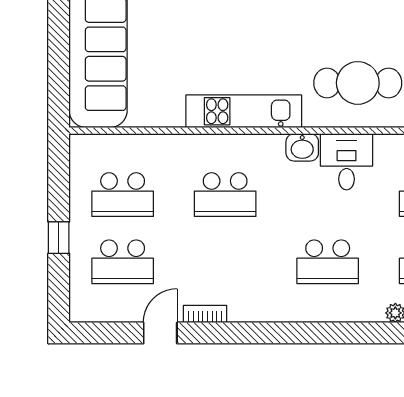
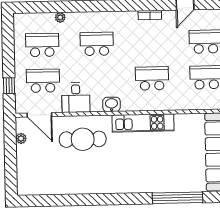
desk: (347, 162) -> (76, 97), moved
bookcase: (205, 314) -> (150, 15), moved

